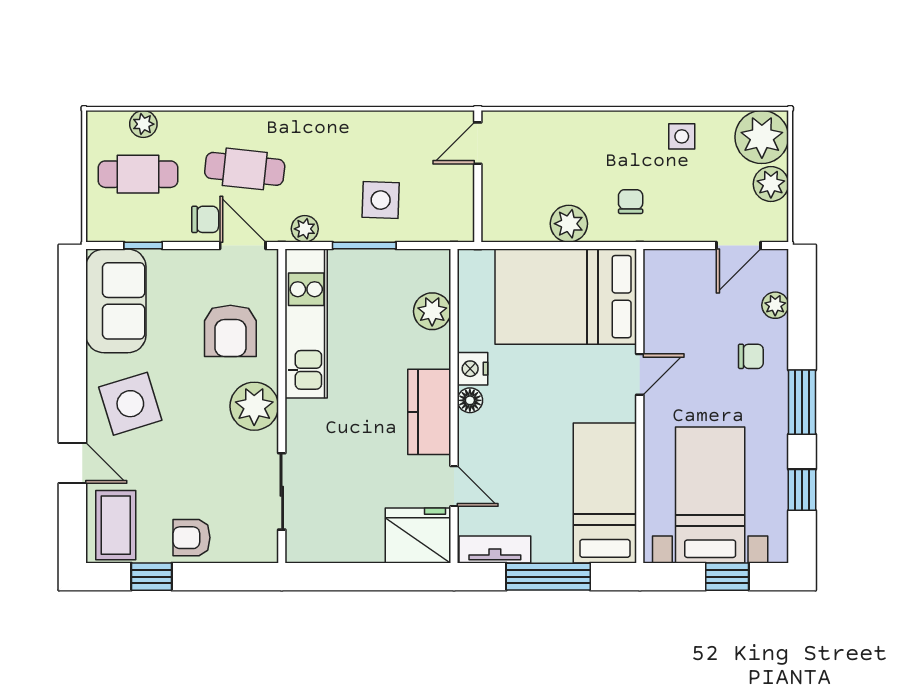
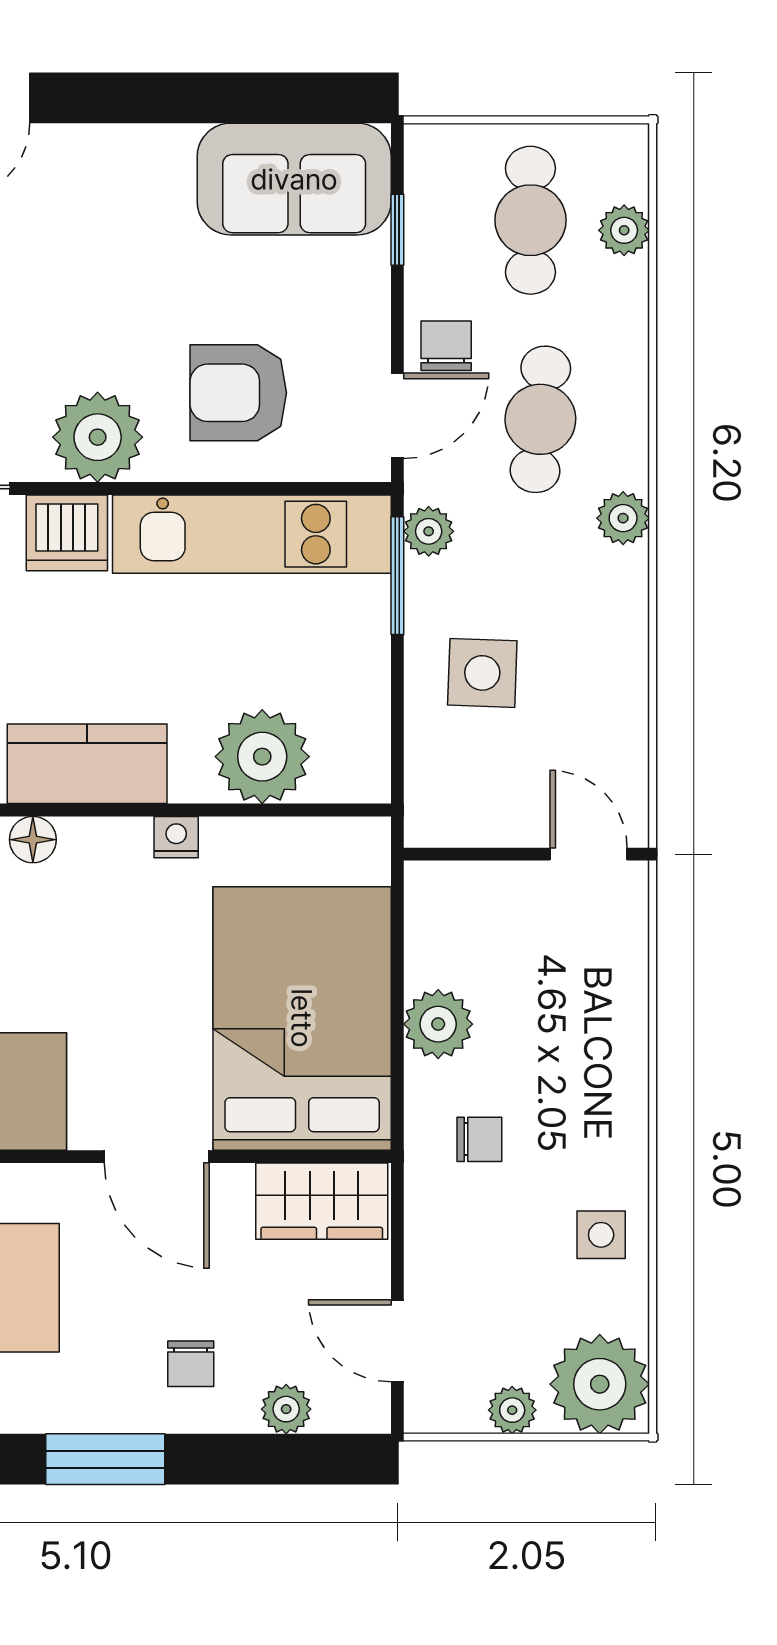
plant: (298, 125) -> (623, 518), added
plant: (771, 184) -> (512, 1410), width x0.73, depth x0.73
chair: (205, 219) -> (446, 346), turned 180
window: (364, 246) -> (397, 576), moved
wardrobe: (664, 286) -> (322, 1201), added
plant: (432, 311) -> (262, 757), width x1.36, depth x1.36
nightstand: (473, 369) -> (176, 837), width x0.72, depth x0.74
door: (640, 374) -> (157, 1157), width x1.38
floor lamp: (470, 400) -> (33, 840), moved
side table: (130, 404) -> (102, 206), removed
dishwasher: (306, 423) -> (67, 533), added

